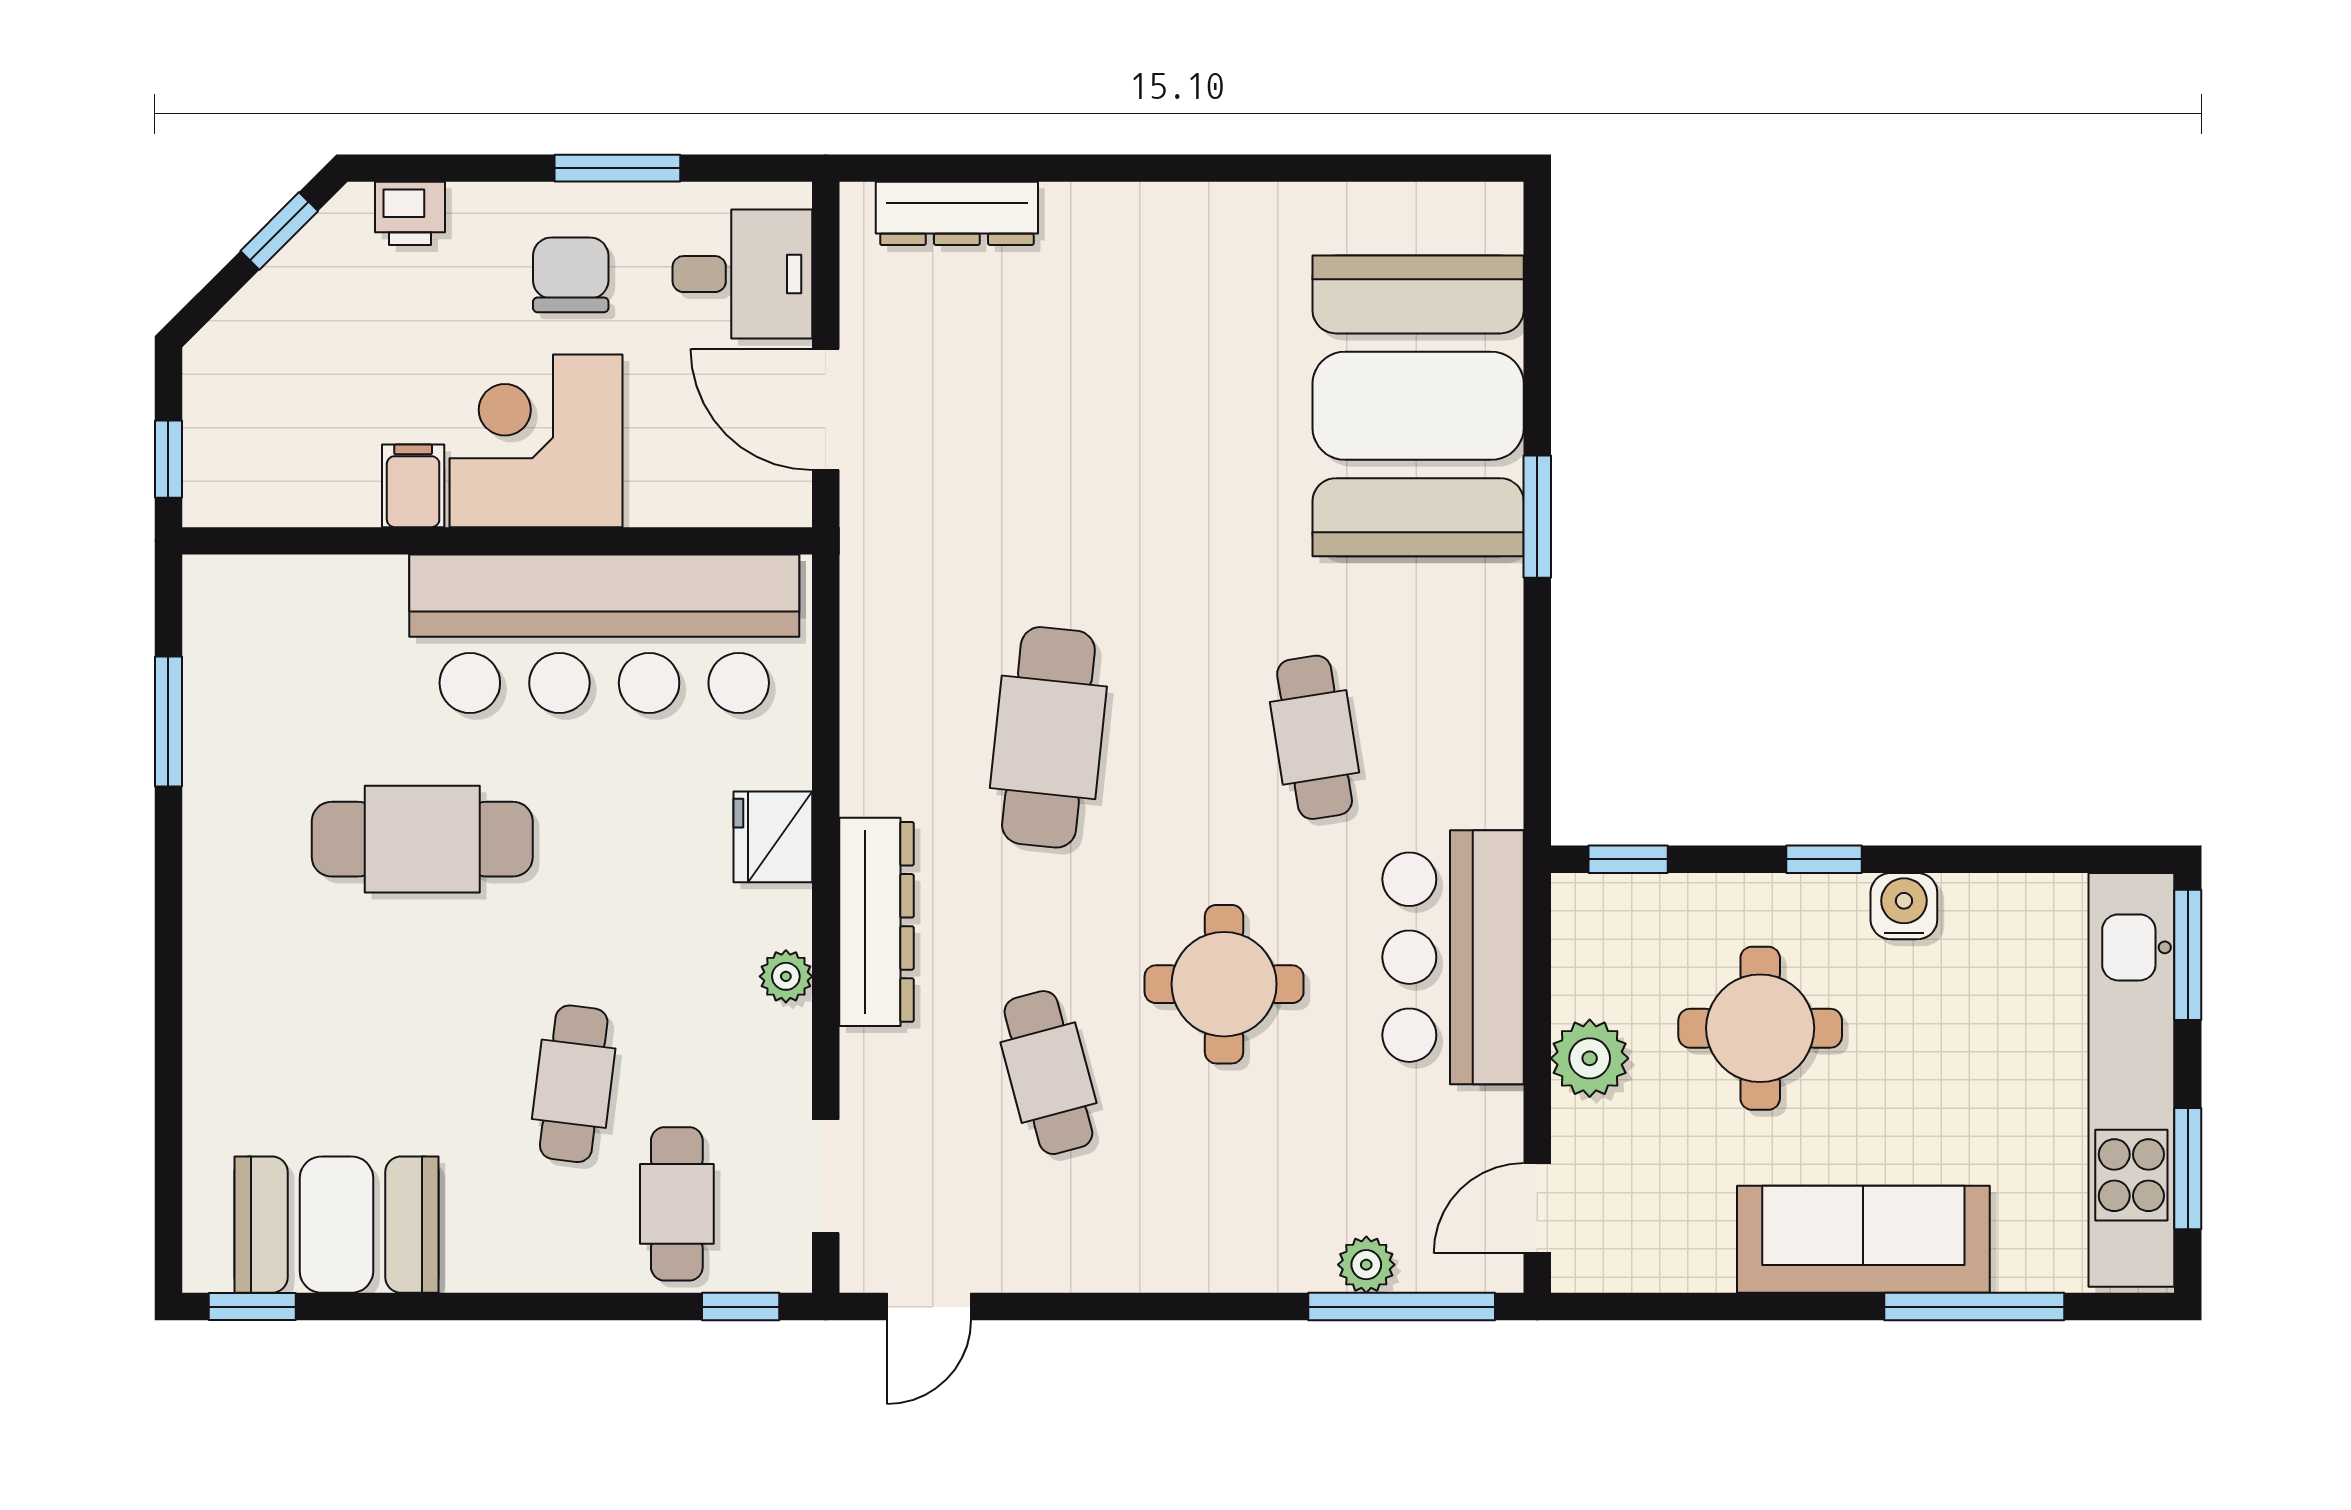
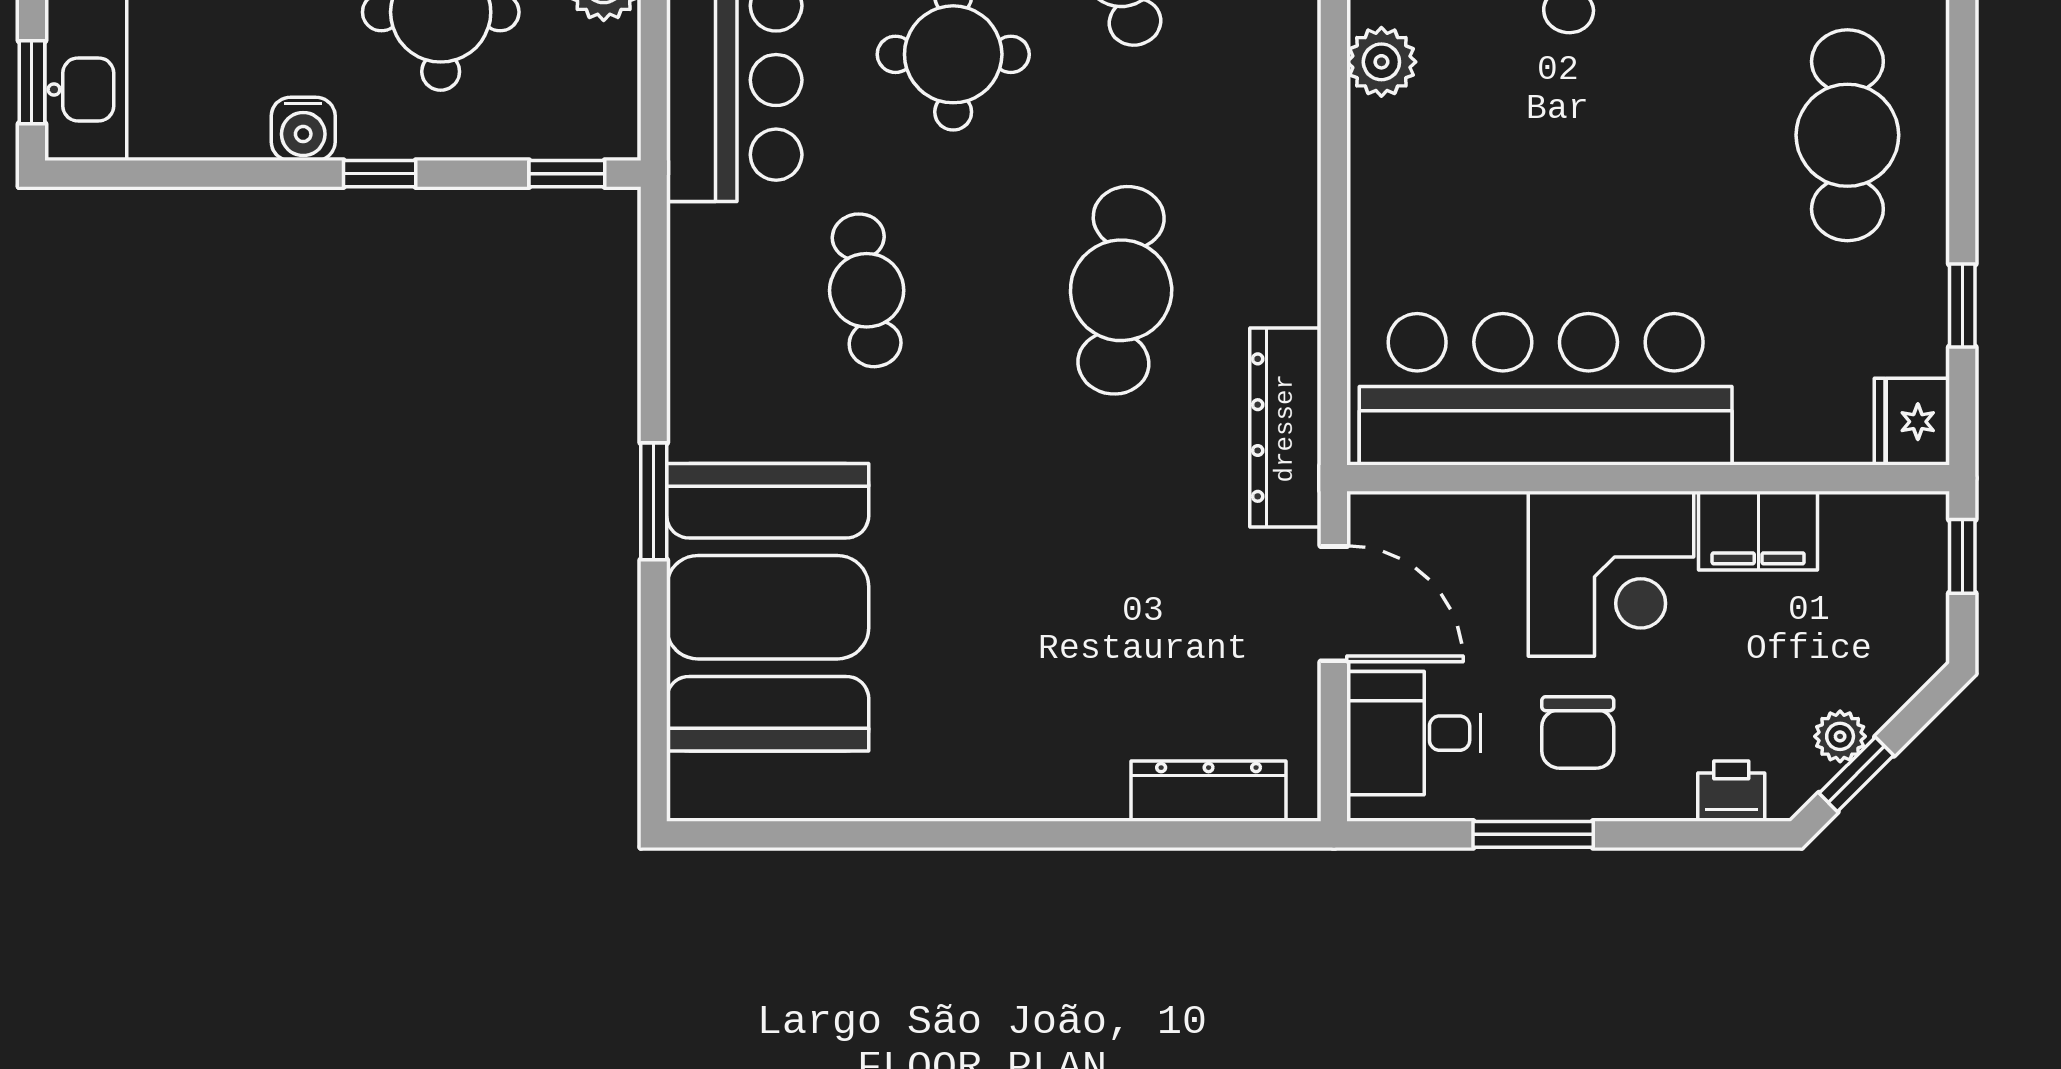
plant: (296, 271) -> (1840, 736), added
filing cabinet: (413, 486) -> (1758, 531), width x2.00
window: (168, 721) -> (1962, 305), width x0.67
fridge: (773, 837) -> (1912, 422), moved, turned 180
cafe table: (422, 839) -> (1847, 135), moved, turned 90
dresser: (876, 922) -> (1285, 428), moved
window: (2188, 955) -> (32, 82), width x0.67
plant: (786, 976) -> (1381, 62), width x1.38, depth x1.38

